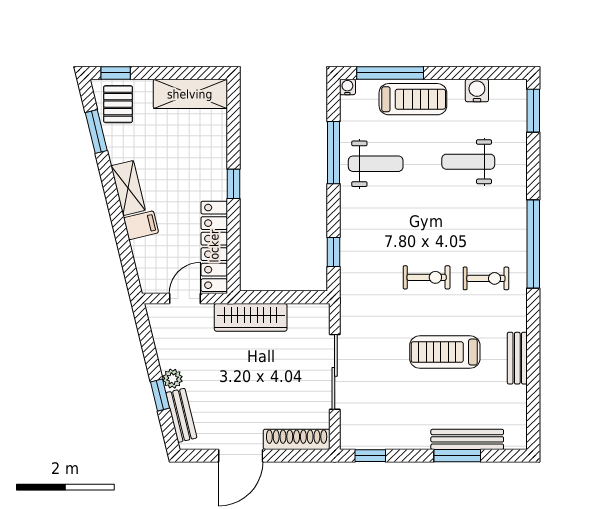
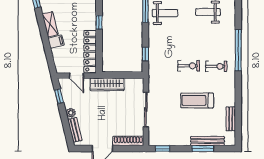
door: (185, 298) -> (76, 76), swing flipped
bench: (517, 358) -> (231, 119), moved
window: (160, 395) -> (59, 96), moved

